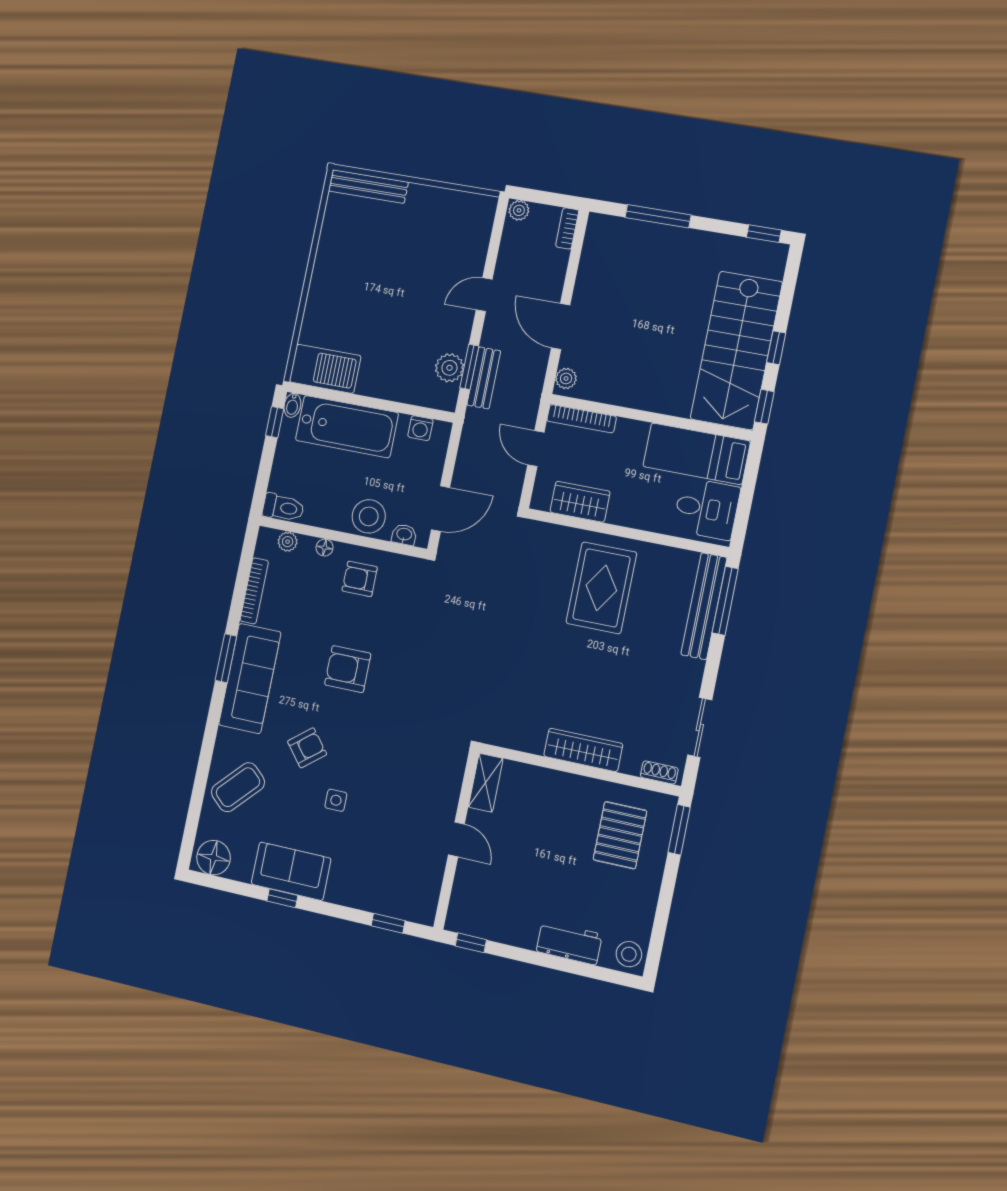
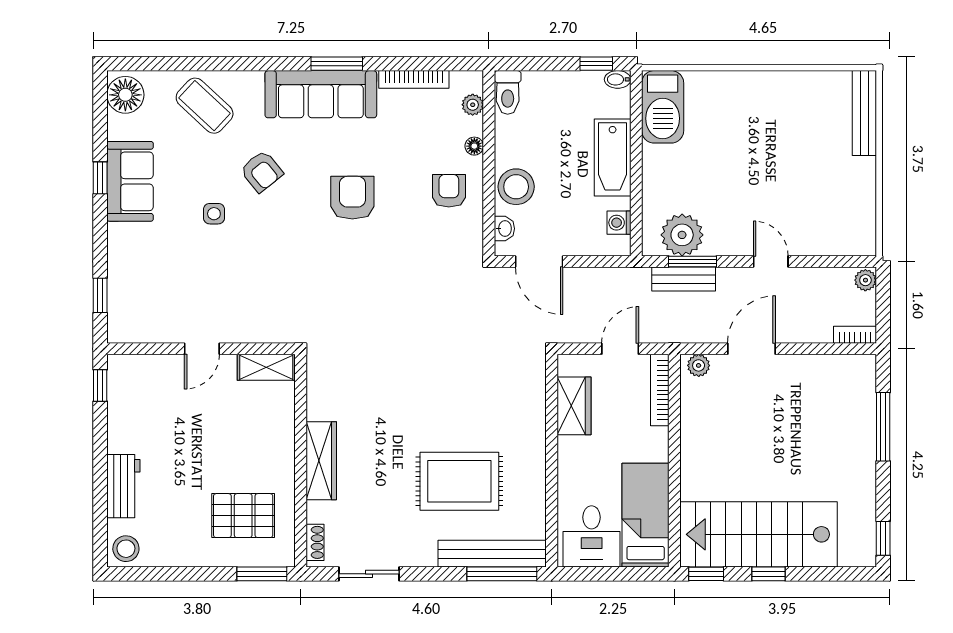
plant: (450, 368) -> (682, 235), width x1.36, depth x1.36
bathtub: (347, 427) -> (613, 158), width x0.73, depth x0.73
rug: (601, 588) -> (459, 481), moved

